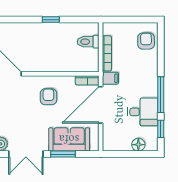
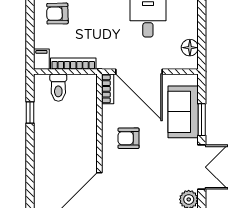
window: (51, 20) -> (30, 112), moved
filing cabinet: (110, 78) -> (41, 59), moved
floor lamp: (138, 145) -> (190, 48), moved

